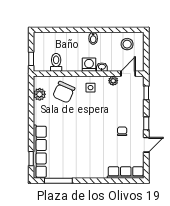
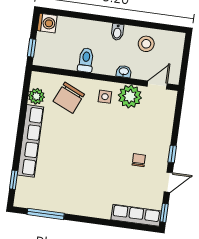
stool: (127, 44) -> (146, 44), moved
toilet: (56, 62) -> (86, 60), moved
washing machine: (89, 65) -> (47, 23), moved, turned 90
plant: (113, 81) -> (130, 96), width x1.87, depth x1.87
window: (146, 93) -> (164, 213), moved
row of seats: (40, 152) -> (31, 141), moved

